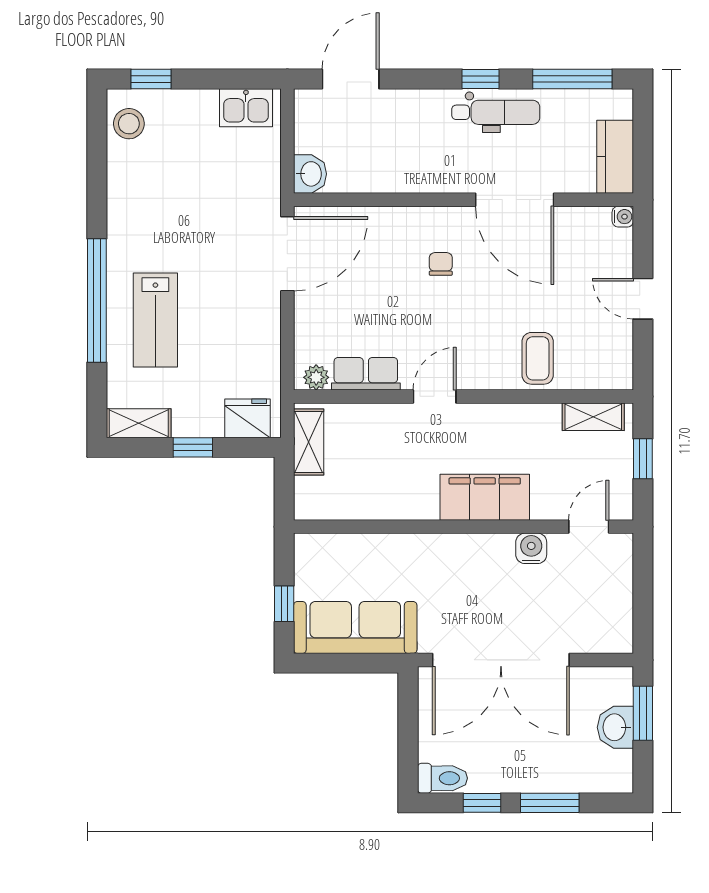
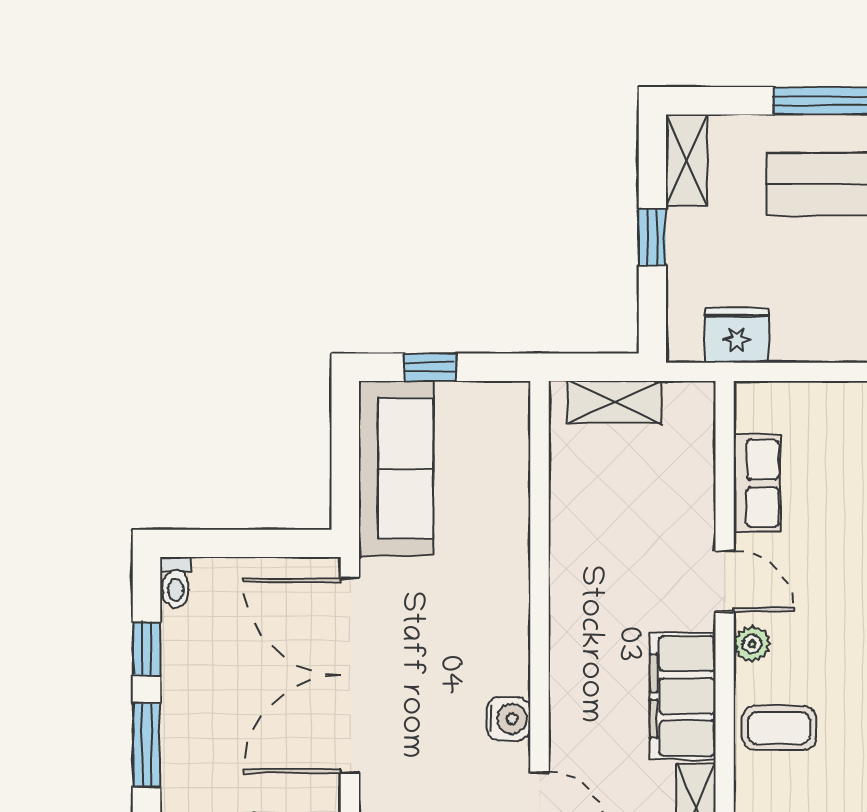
plant: (316, 377) -> (752, 644), moved
fridge: (247, 418) -> (737, 335), moved, turned -90
shelving: (309, 442) -> (615, 402), moved
filing cabinet: (485, 497) -> (683, 696), moved, turned 180
toilet: (442, 778) -> (176, 583), width x0.73, depth x0.72

